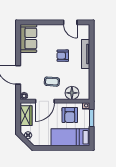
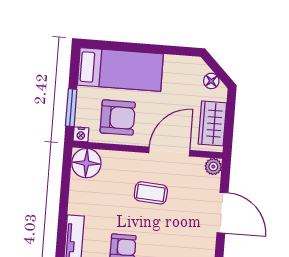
floor lamp: (72, 93) -> (86, 163), moved
armchair: (70, 115) -> (118, 118), turned 90

